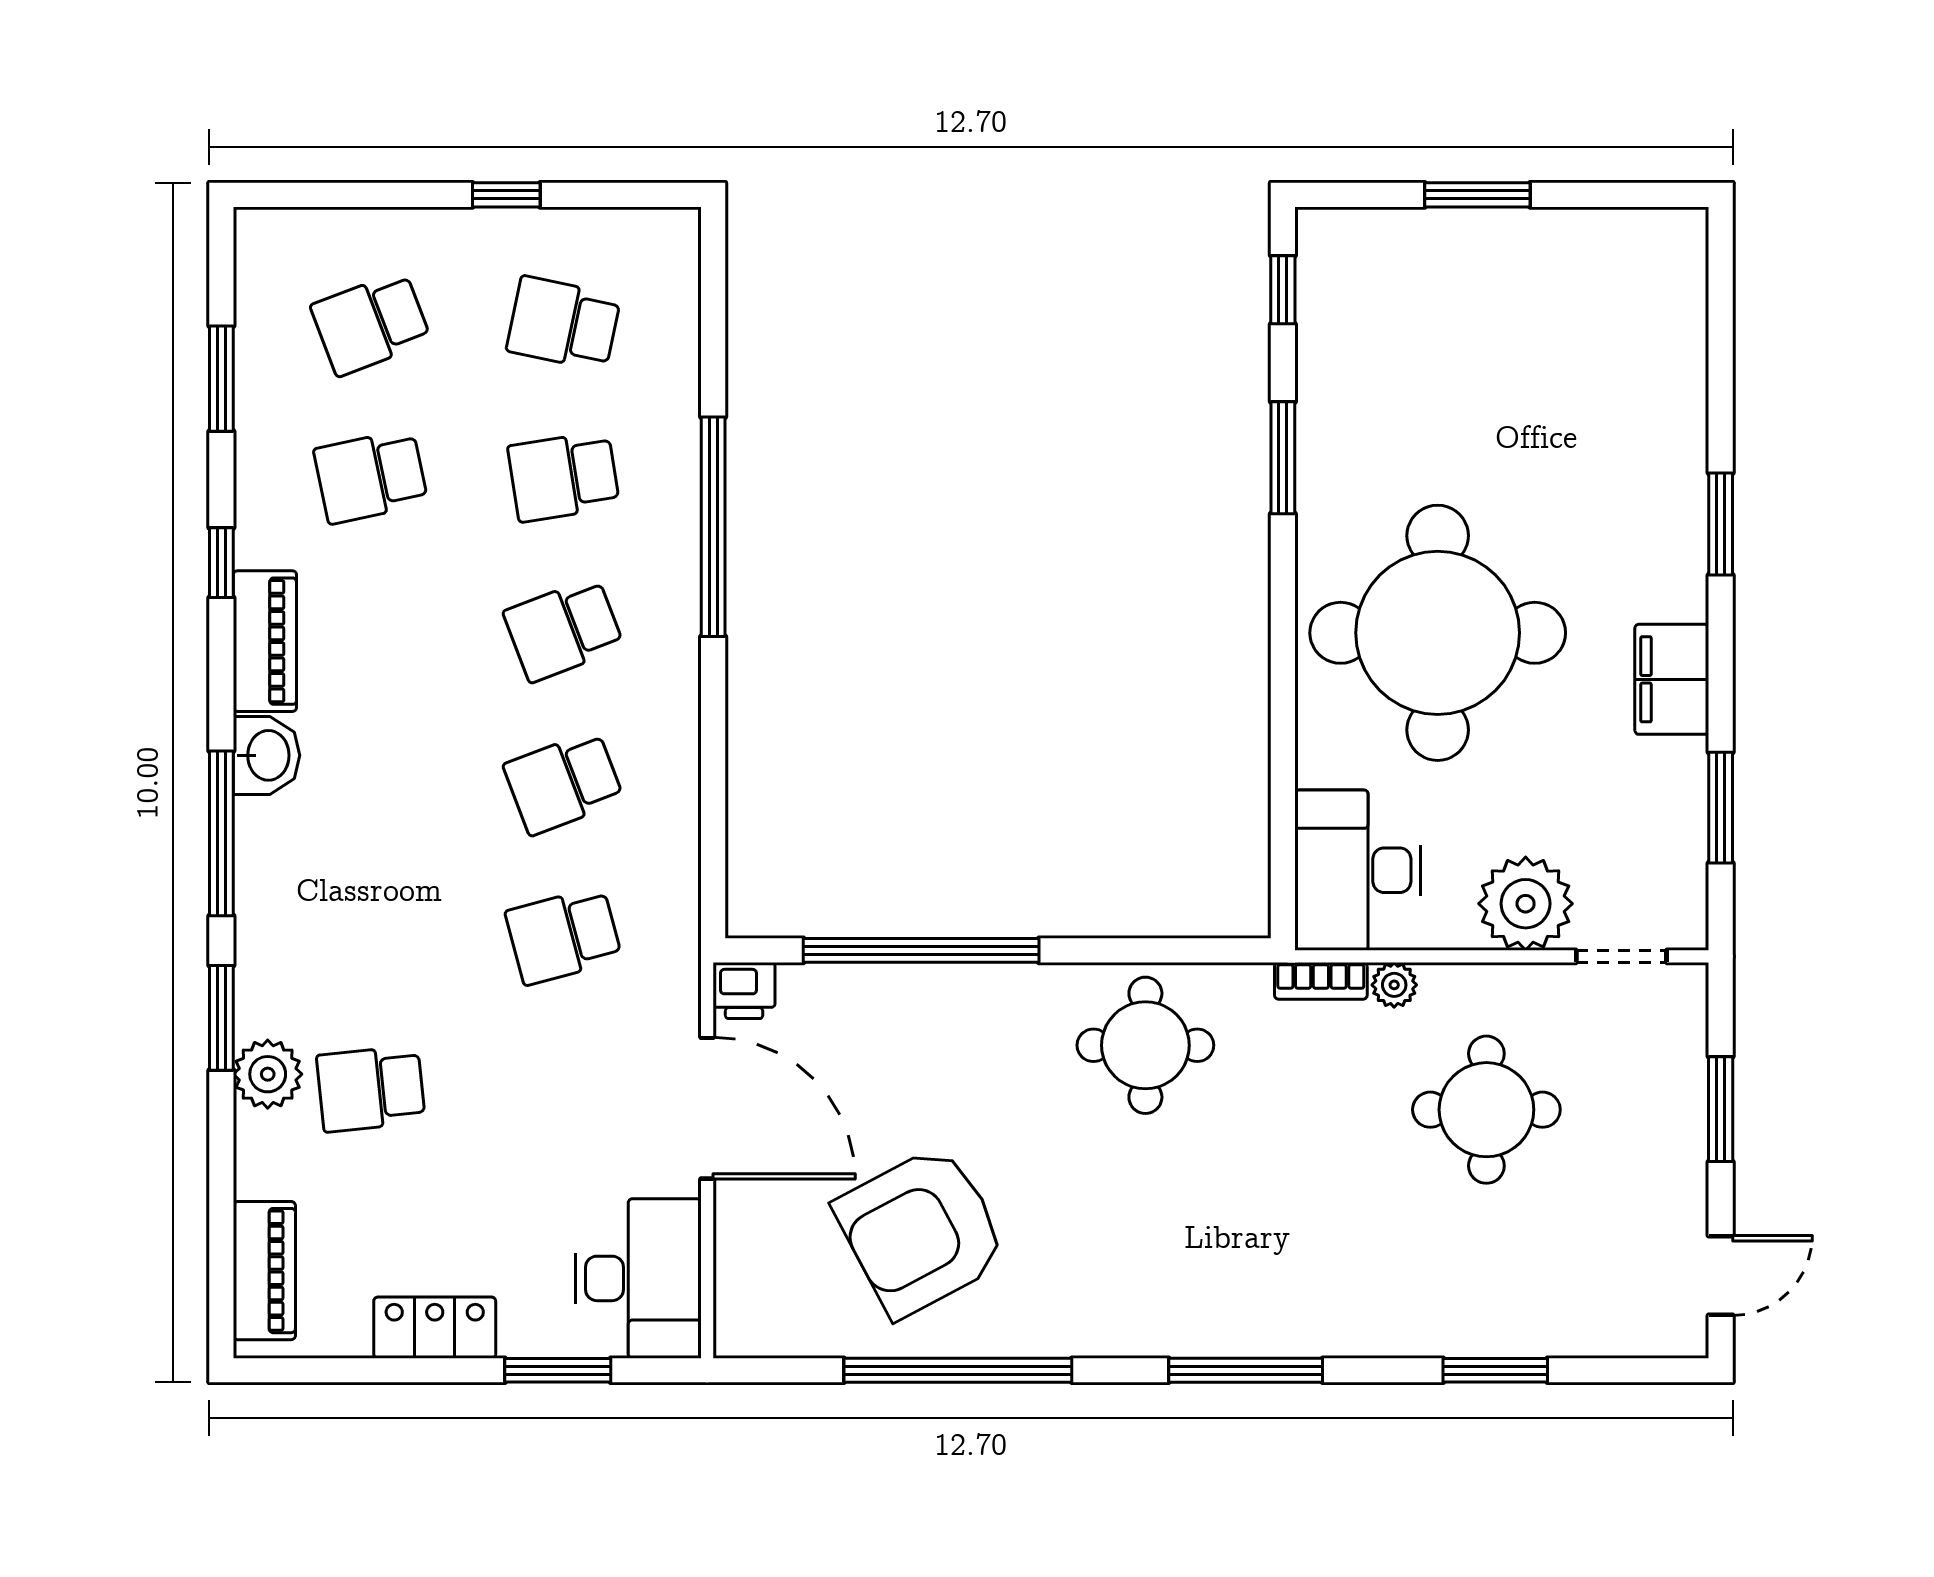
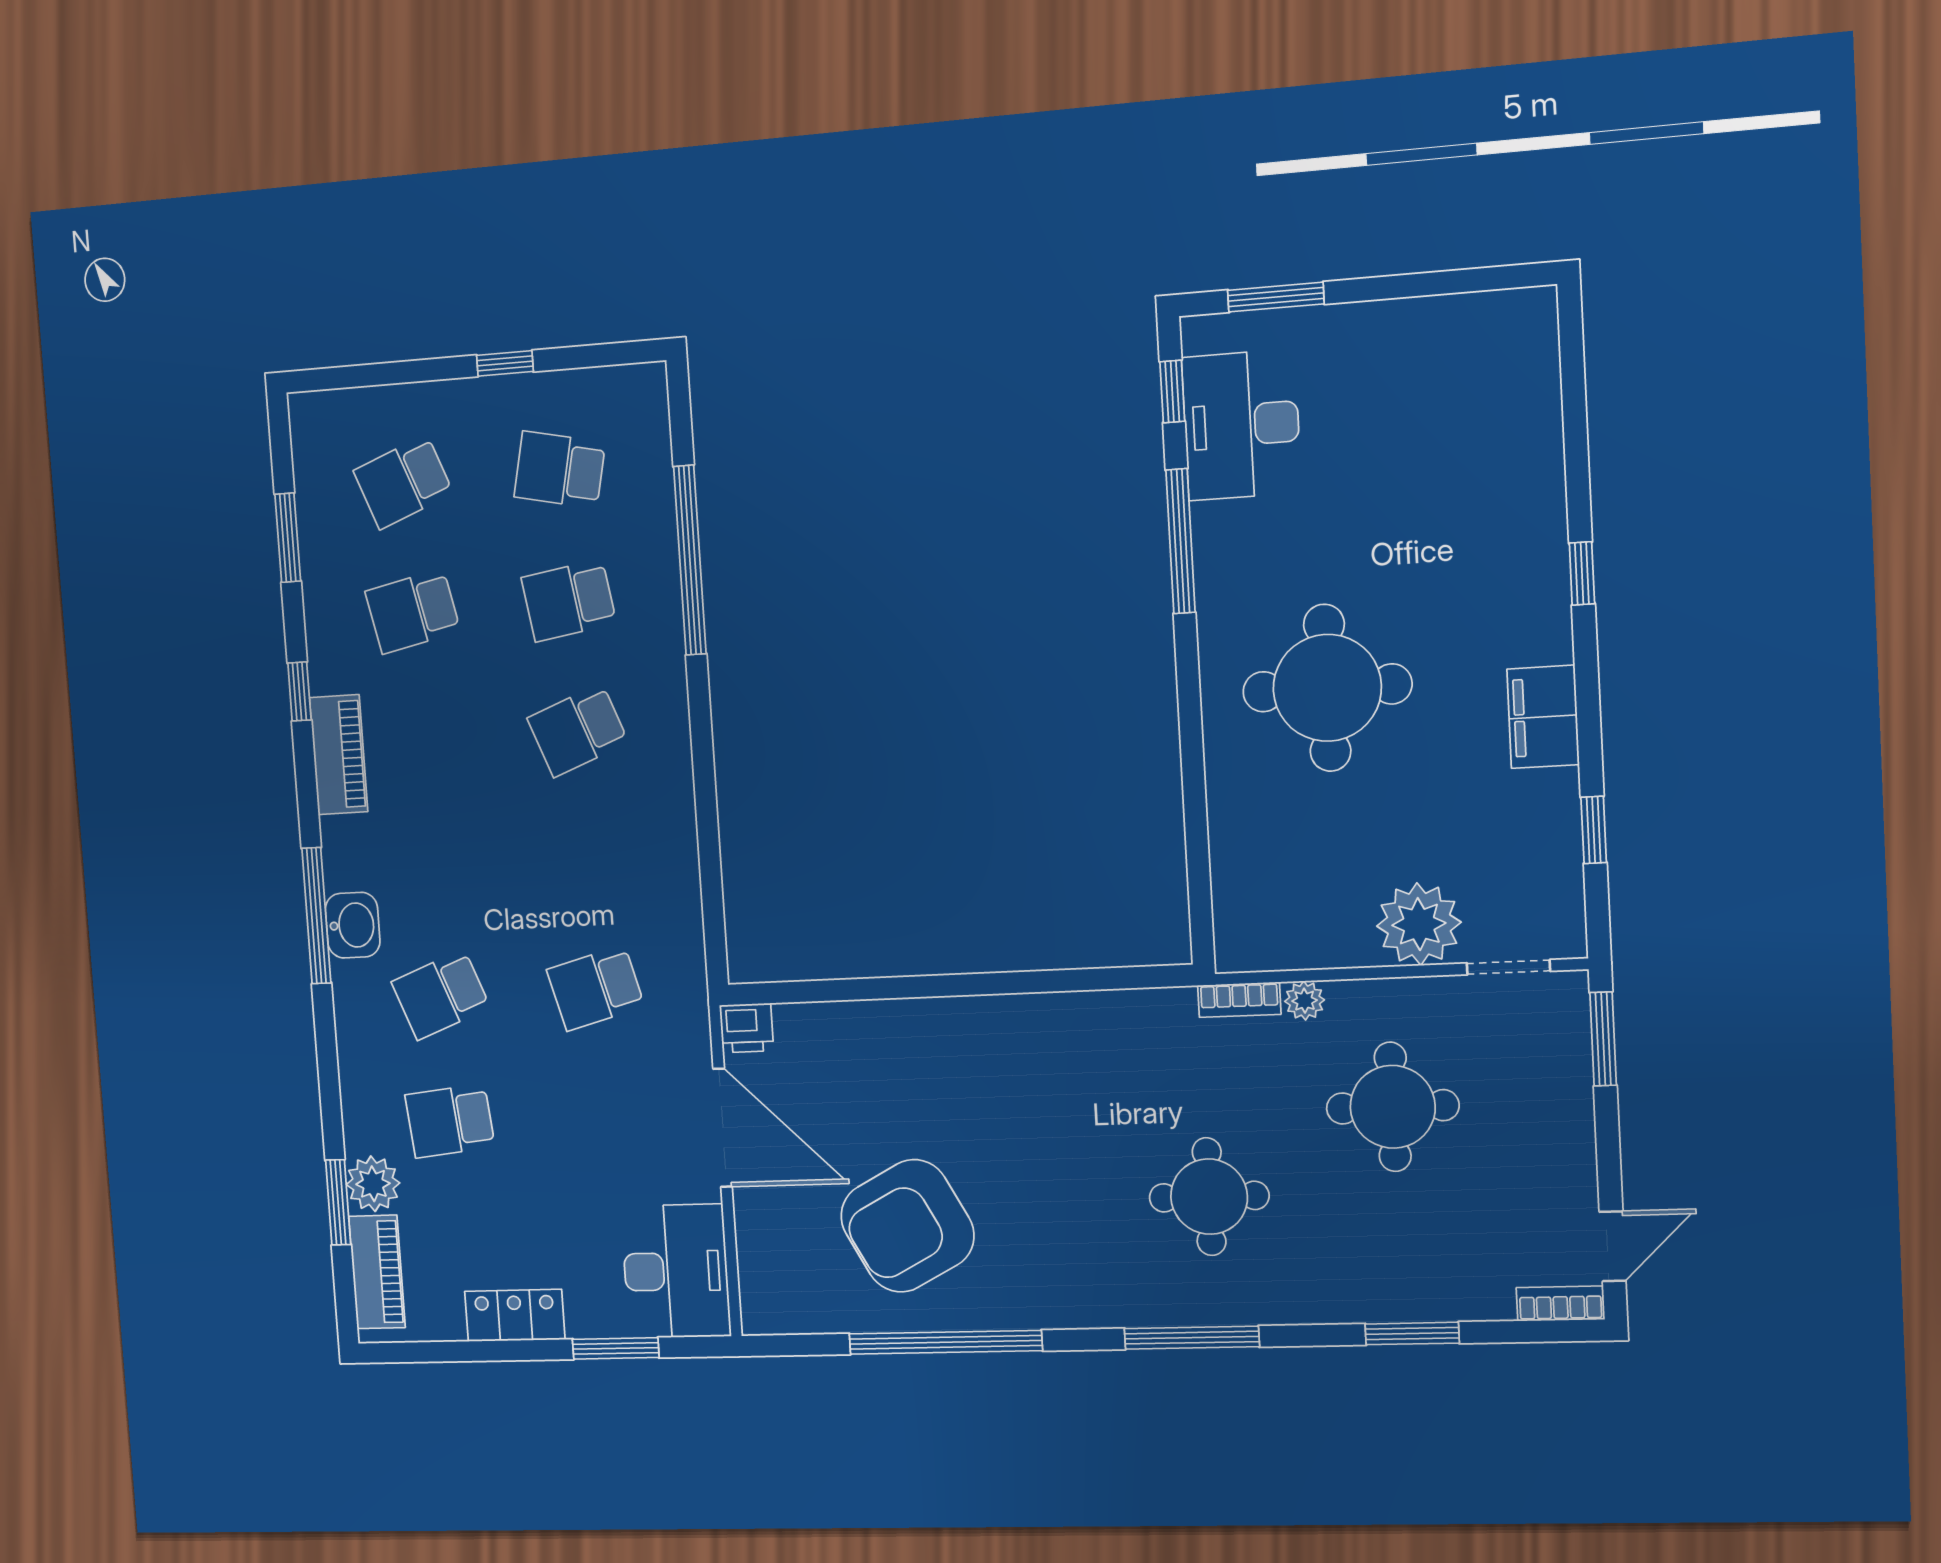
window: (1477, 195) -> (1276, 297), moved
window: (1283, 458) -> (1180, 541), width x1.44
window: (1721, 524) -> (1582, 573), width x0.67
window: (713, 527) -> (690, 560), moved
round table: (1438, 633) -> (1327, 688), width x0.73, depth x0.73
washbasin: (266, 755) -> (353, 925), moved
school desk: (564, 783) -> (441, 995), moved
window: (1721, 808) -> (1594, 830), width x0.67
desk: (1358, 870) -> (1241, 425), moved
window: (921, 950) -> (892, 988), removed
window: (221, 1018) -> (338, 1202), moved
round table: (1145, 1045) -> (1209, 1197), moved
plant: (268, 1074) -> (373, 1184), moved
window: (1721, 1109) -> (1603, 1039), moved
bookcase: (1661, 1339) -> (1560, 1304), added

